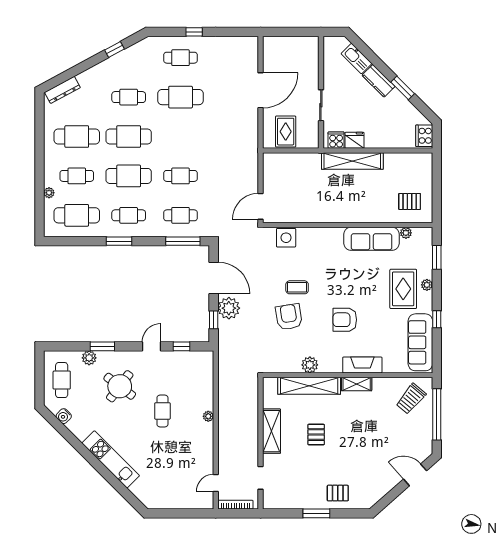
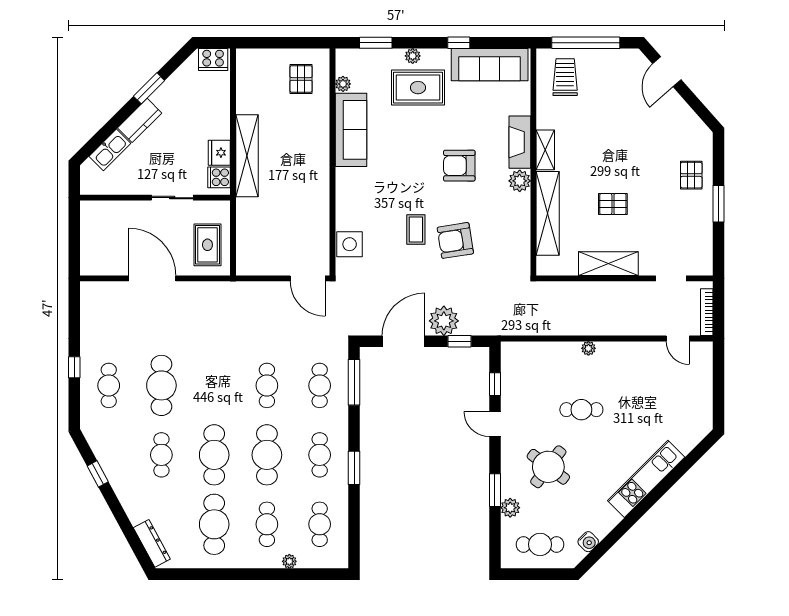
rug: (286, 132) -> (207, 245), turned 90
cafe table: (77, 215) -> (320, 524), width x0.73, depth x0.74
armchair: (345, 320) -> (459, 166), turned 90
plant: (310, 365) -> (520, 181), moved
trolley: (411, 399) -> (565, 77), turned -130

